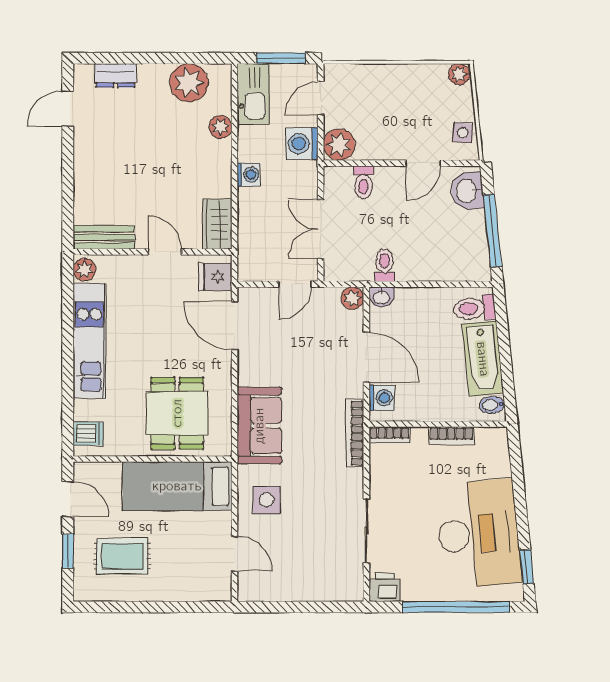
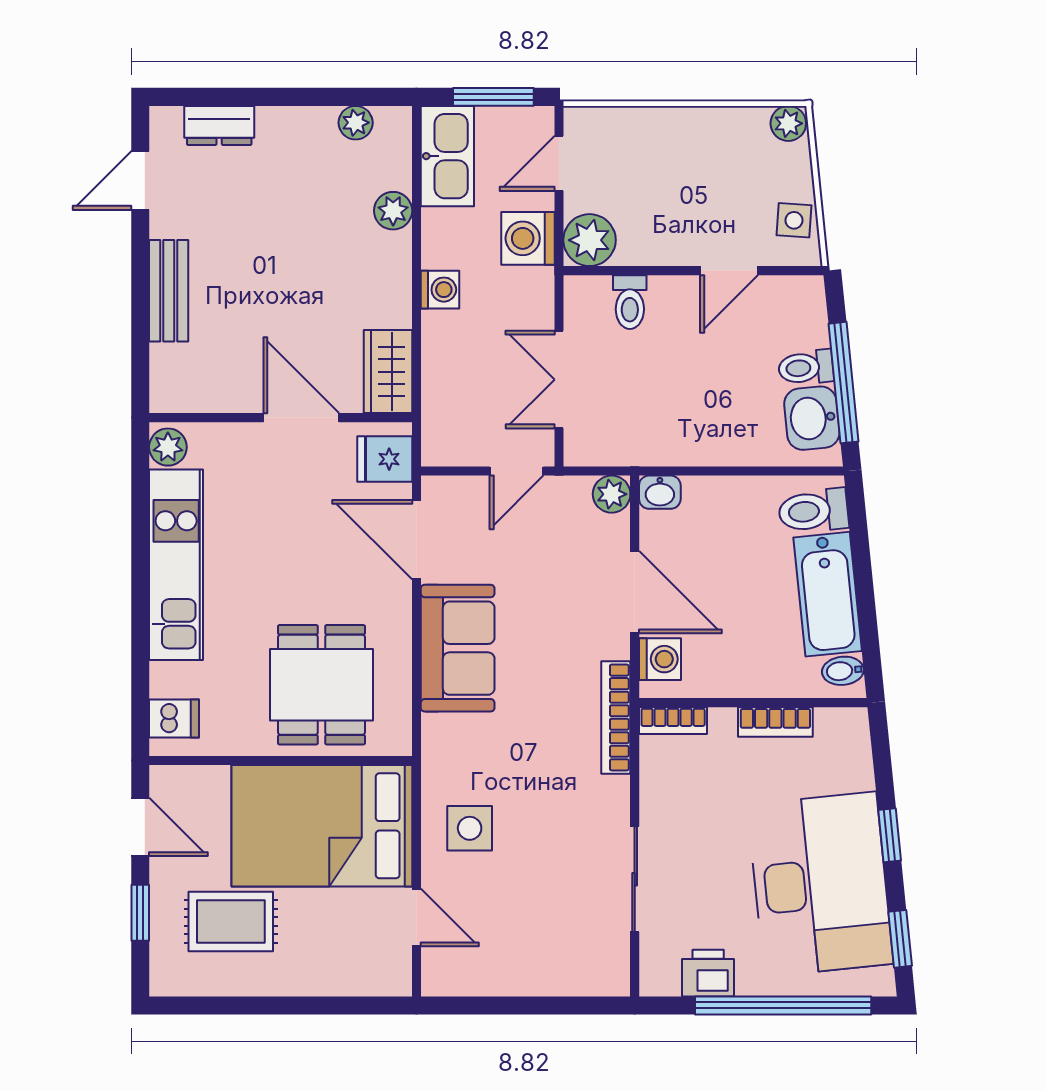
plant: (189, 83) -> (356, 123), width x0.53, depth x0.53
washbasin: (467, 191) -> (812, 418), moved
bench: (104, 237) -> (169, 291), moved, turned 90
door: (165, 252) -> (301, 418), width x1.38
toilet: (385, 265) -> (806, 368), moved, turned -96
sofa: (259, 426) -> (458, 648), moved
bed: (177, 486) -> (322, 826), width x1.50
window: (520, 504) -> (890, 835), added
printer: (385, 587) -> (708, 973), moved

